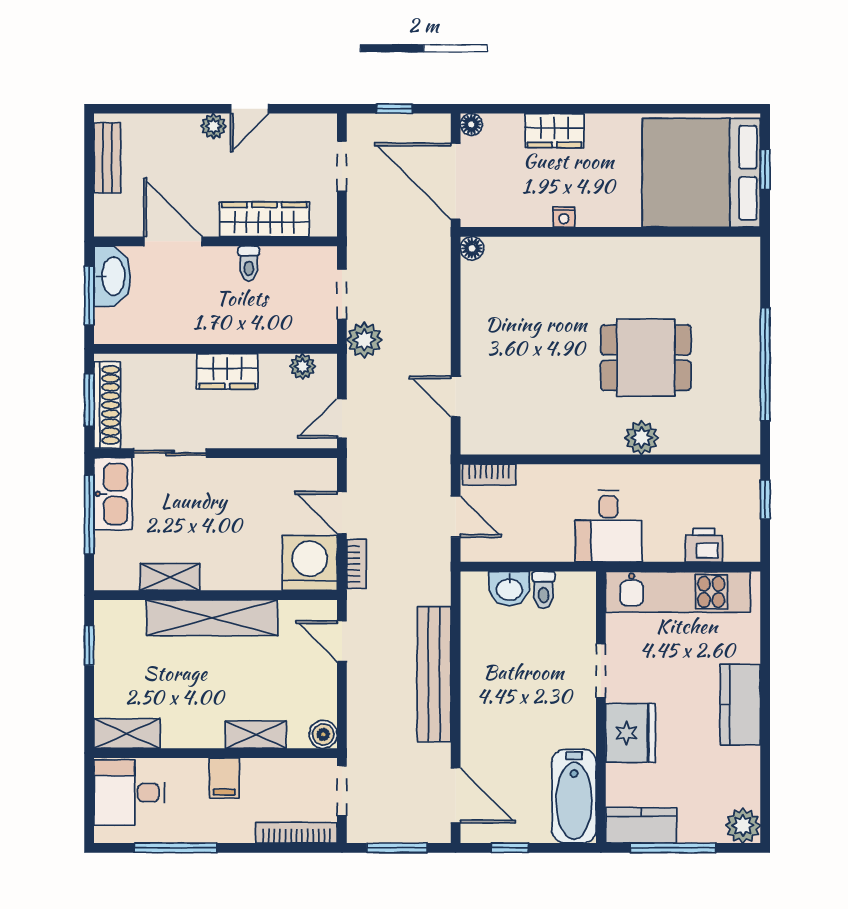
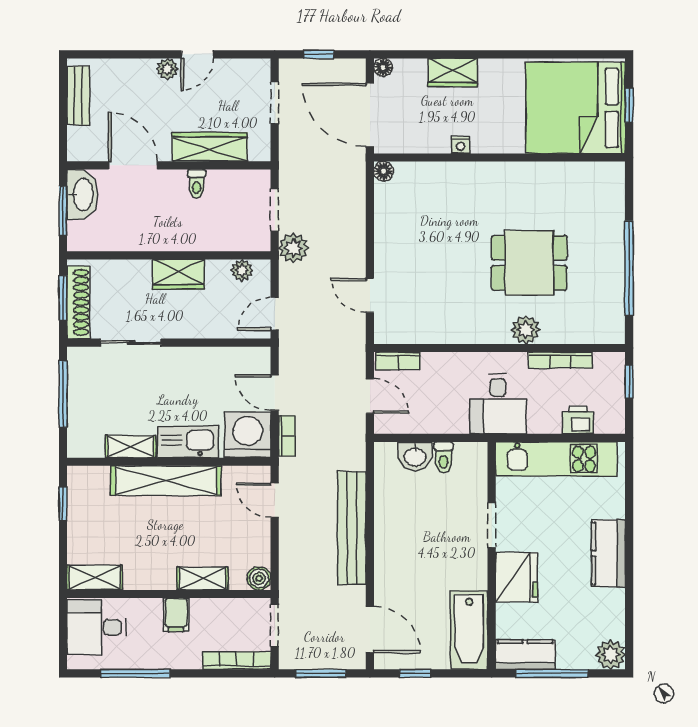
bookcase: (683, 474) -> (560, 360), added
kitchen sink: (113, 494) -> (188, 442), moved, turned -90

